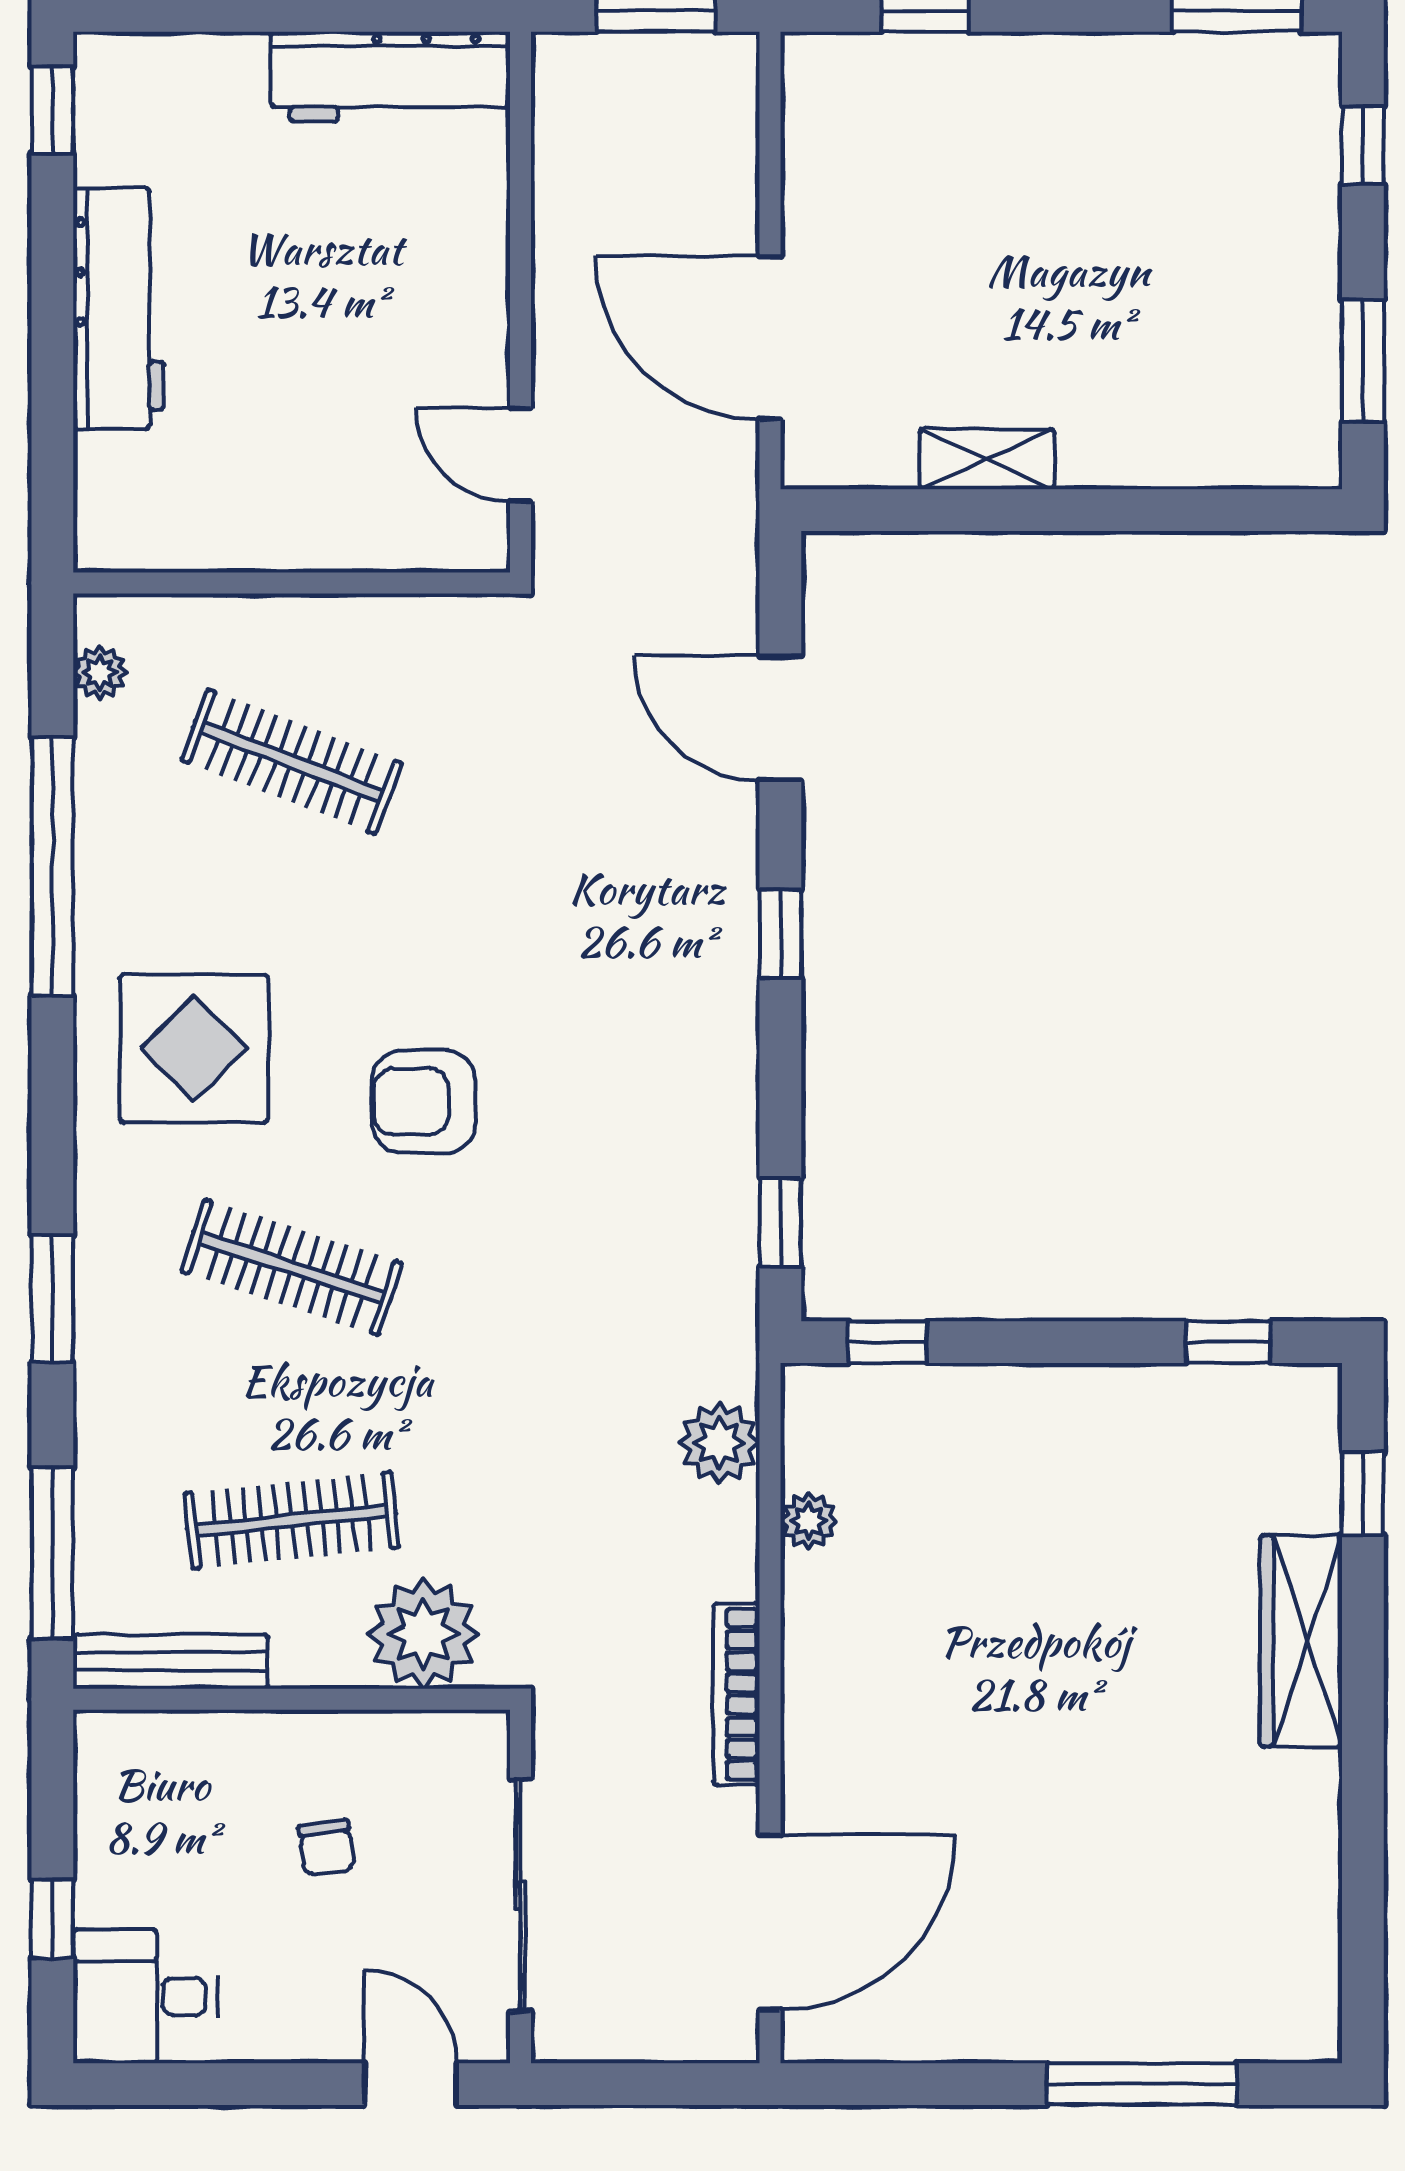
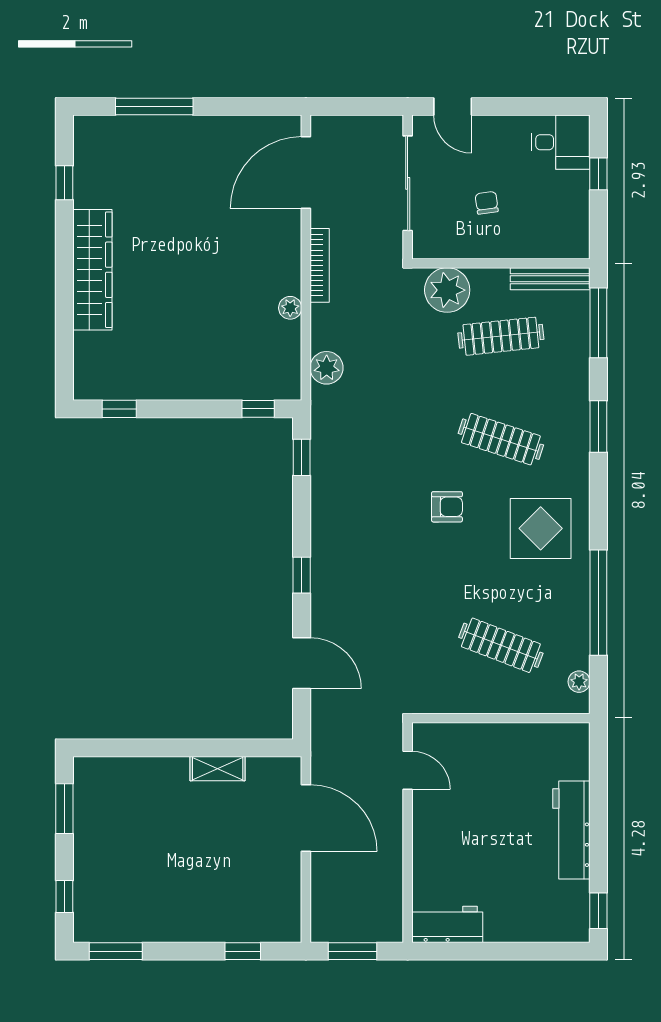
workbench: (390, 77) -> (447, 924), width x0.73
armchair: (424, 1102) -> (447, 507), width x0.72, depth x0.72
window: (1363, 1494) -> (64, 183), moved
plant: (809, 1521) -> (290, 308), moved
wardrobe: (1301, 1641) -> (92, 270), width x1.40, depth x1.17

